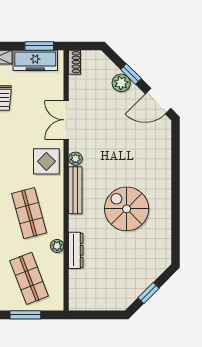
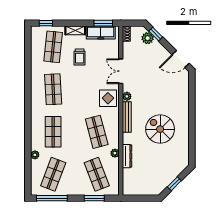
window: (131, 74) -> (156, 34), moved
plant: (121, 83) -> (148, 38), moved

